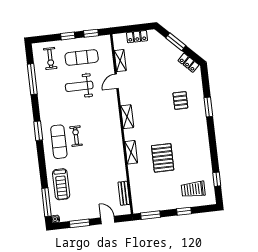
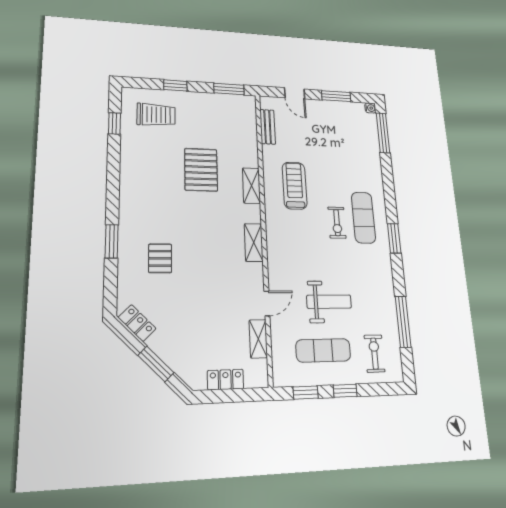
treadmill: (61, 184) -> (295, 186), moved

